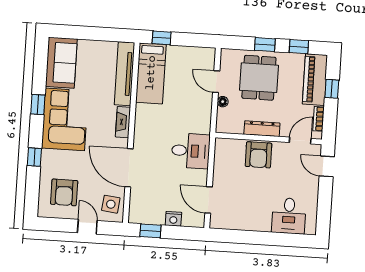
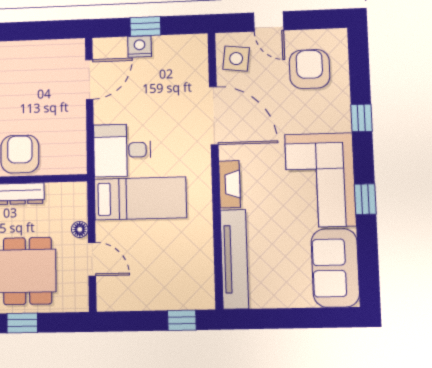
bed: (151, 73) -> (140, 198), moved, turned 90
door: (209, 200) -> (89, 79), hinge flipped
window: (150, 231) -> (145, 26), moved

